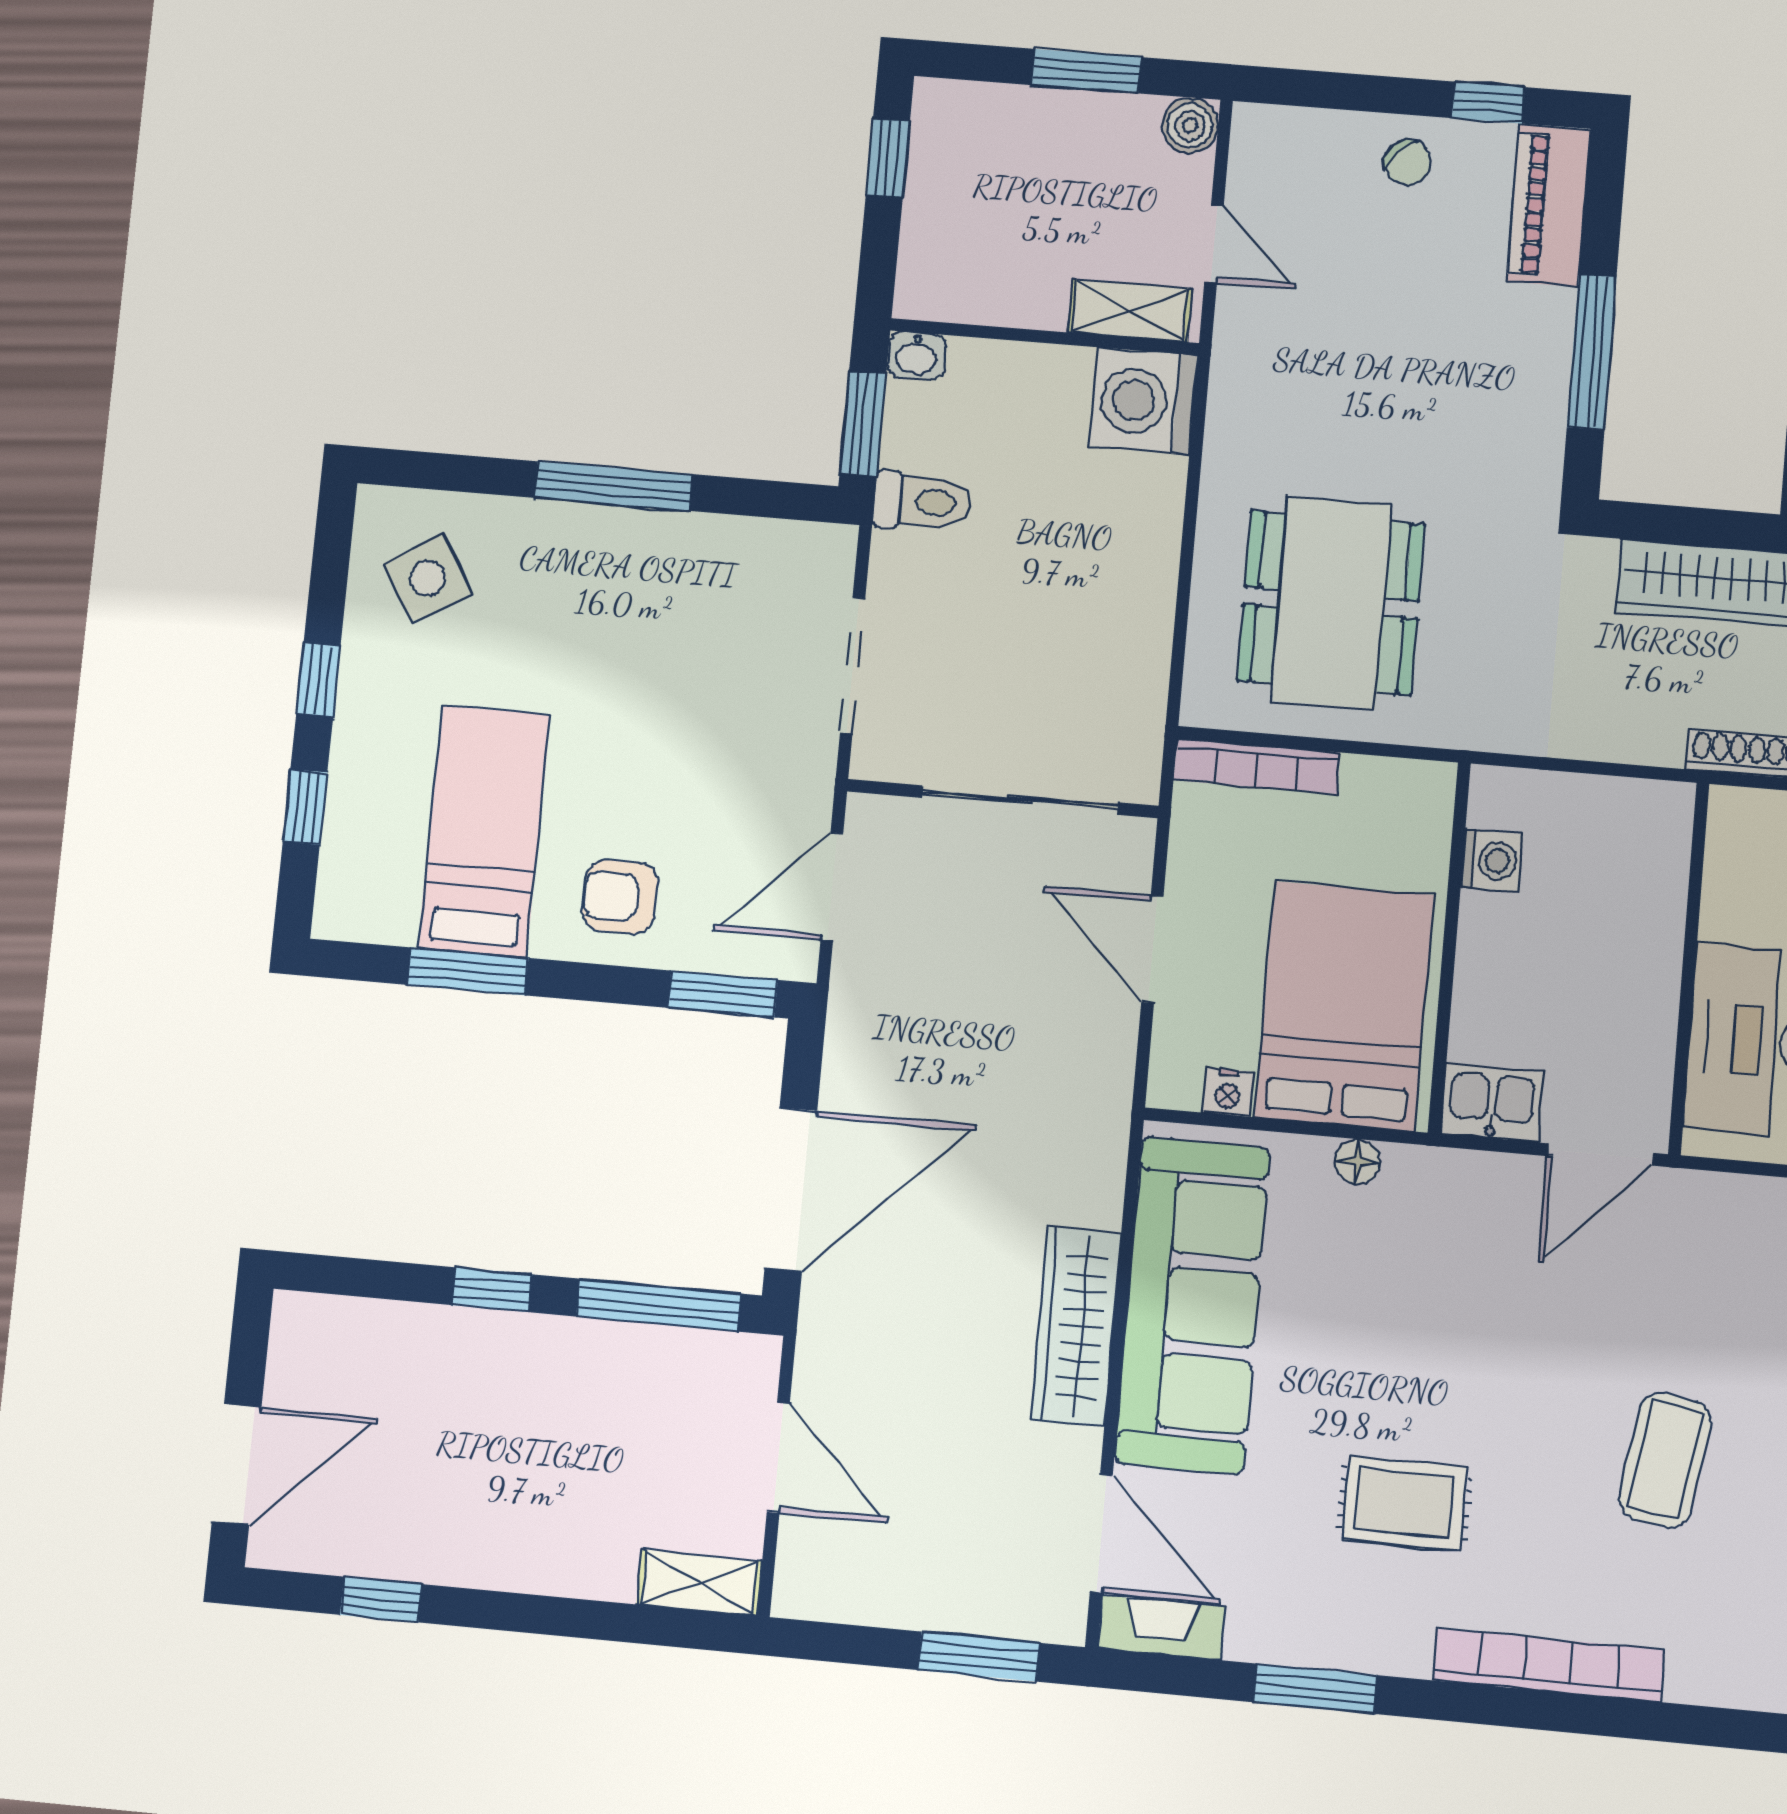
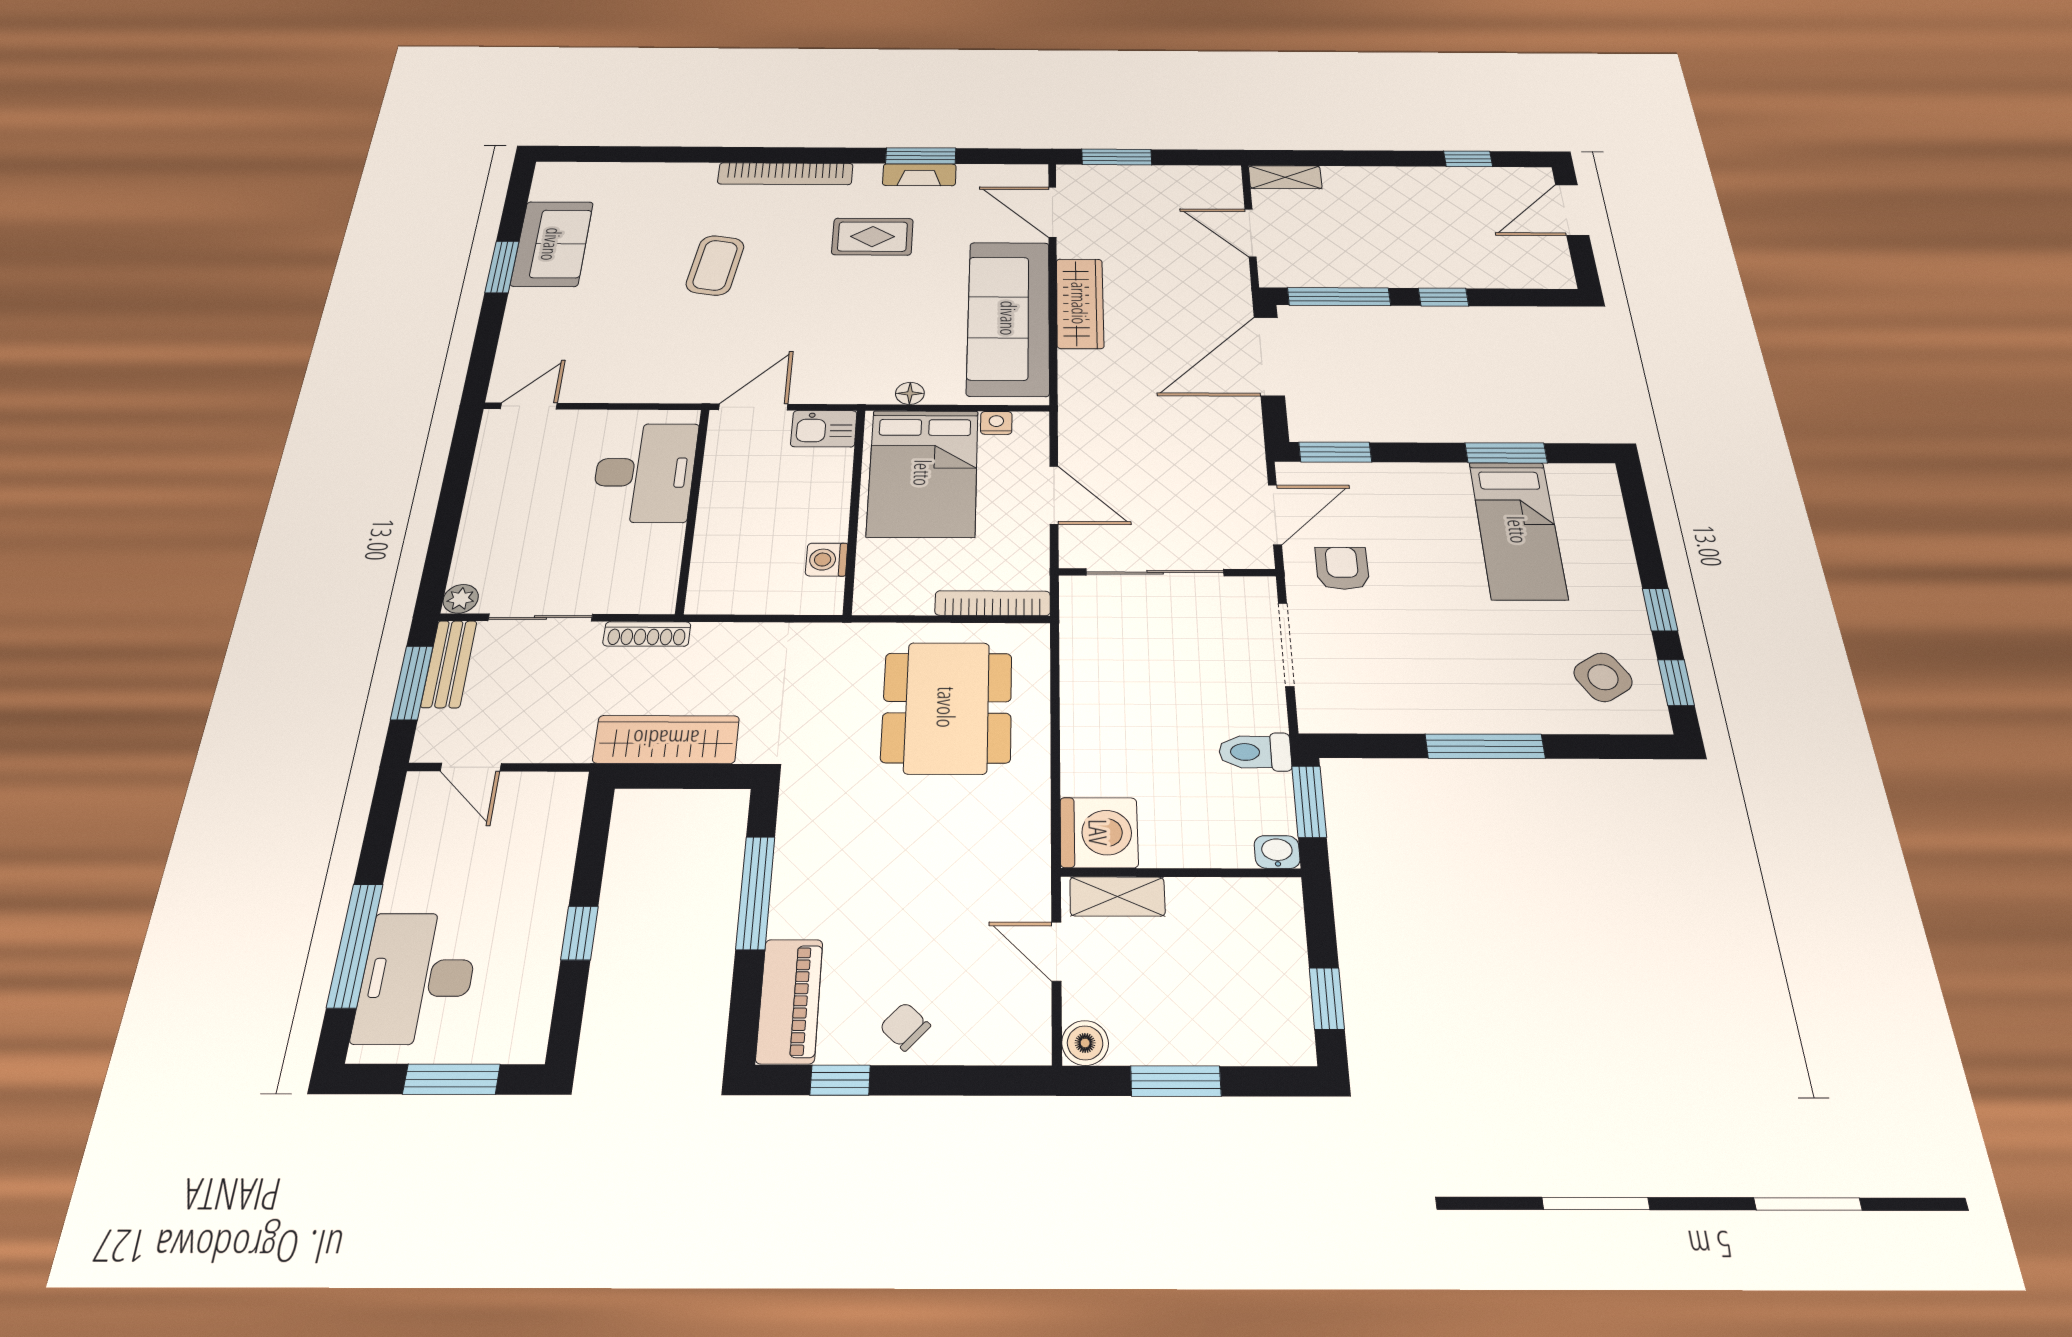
window: (305, 807) -> (1676, 683), moved
armchair: (620, 897) -> (1342, 568), moved, turned -90
fireplace: (1162, 1628) -> (919, 175), moved

